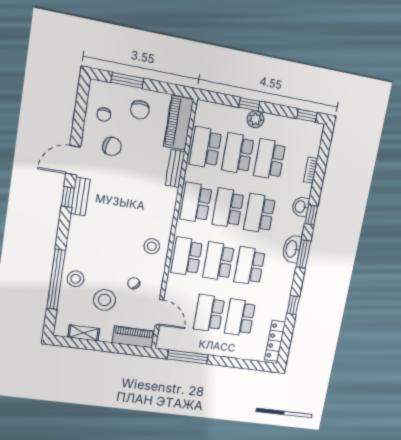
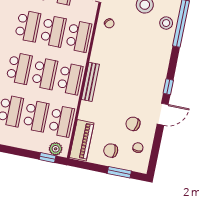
window: (249, 104) -> (48, 158), moved
chair: (140, 110) -> (111, 151), turned -90
plant: (255, 119) -> (56, 149), moved
bench: (175, 168) -> (90, 82), moved, width x1.36
bench: (80, 196) -> (159, 87), removed
stool: (152, 246) -> (106, 46), removed
chair: (134, 283) -> (109, 23), moved

